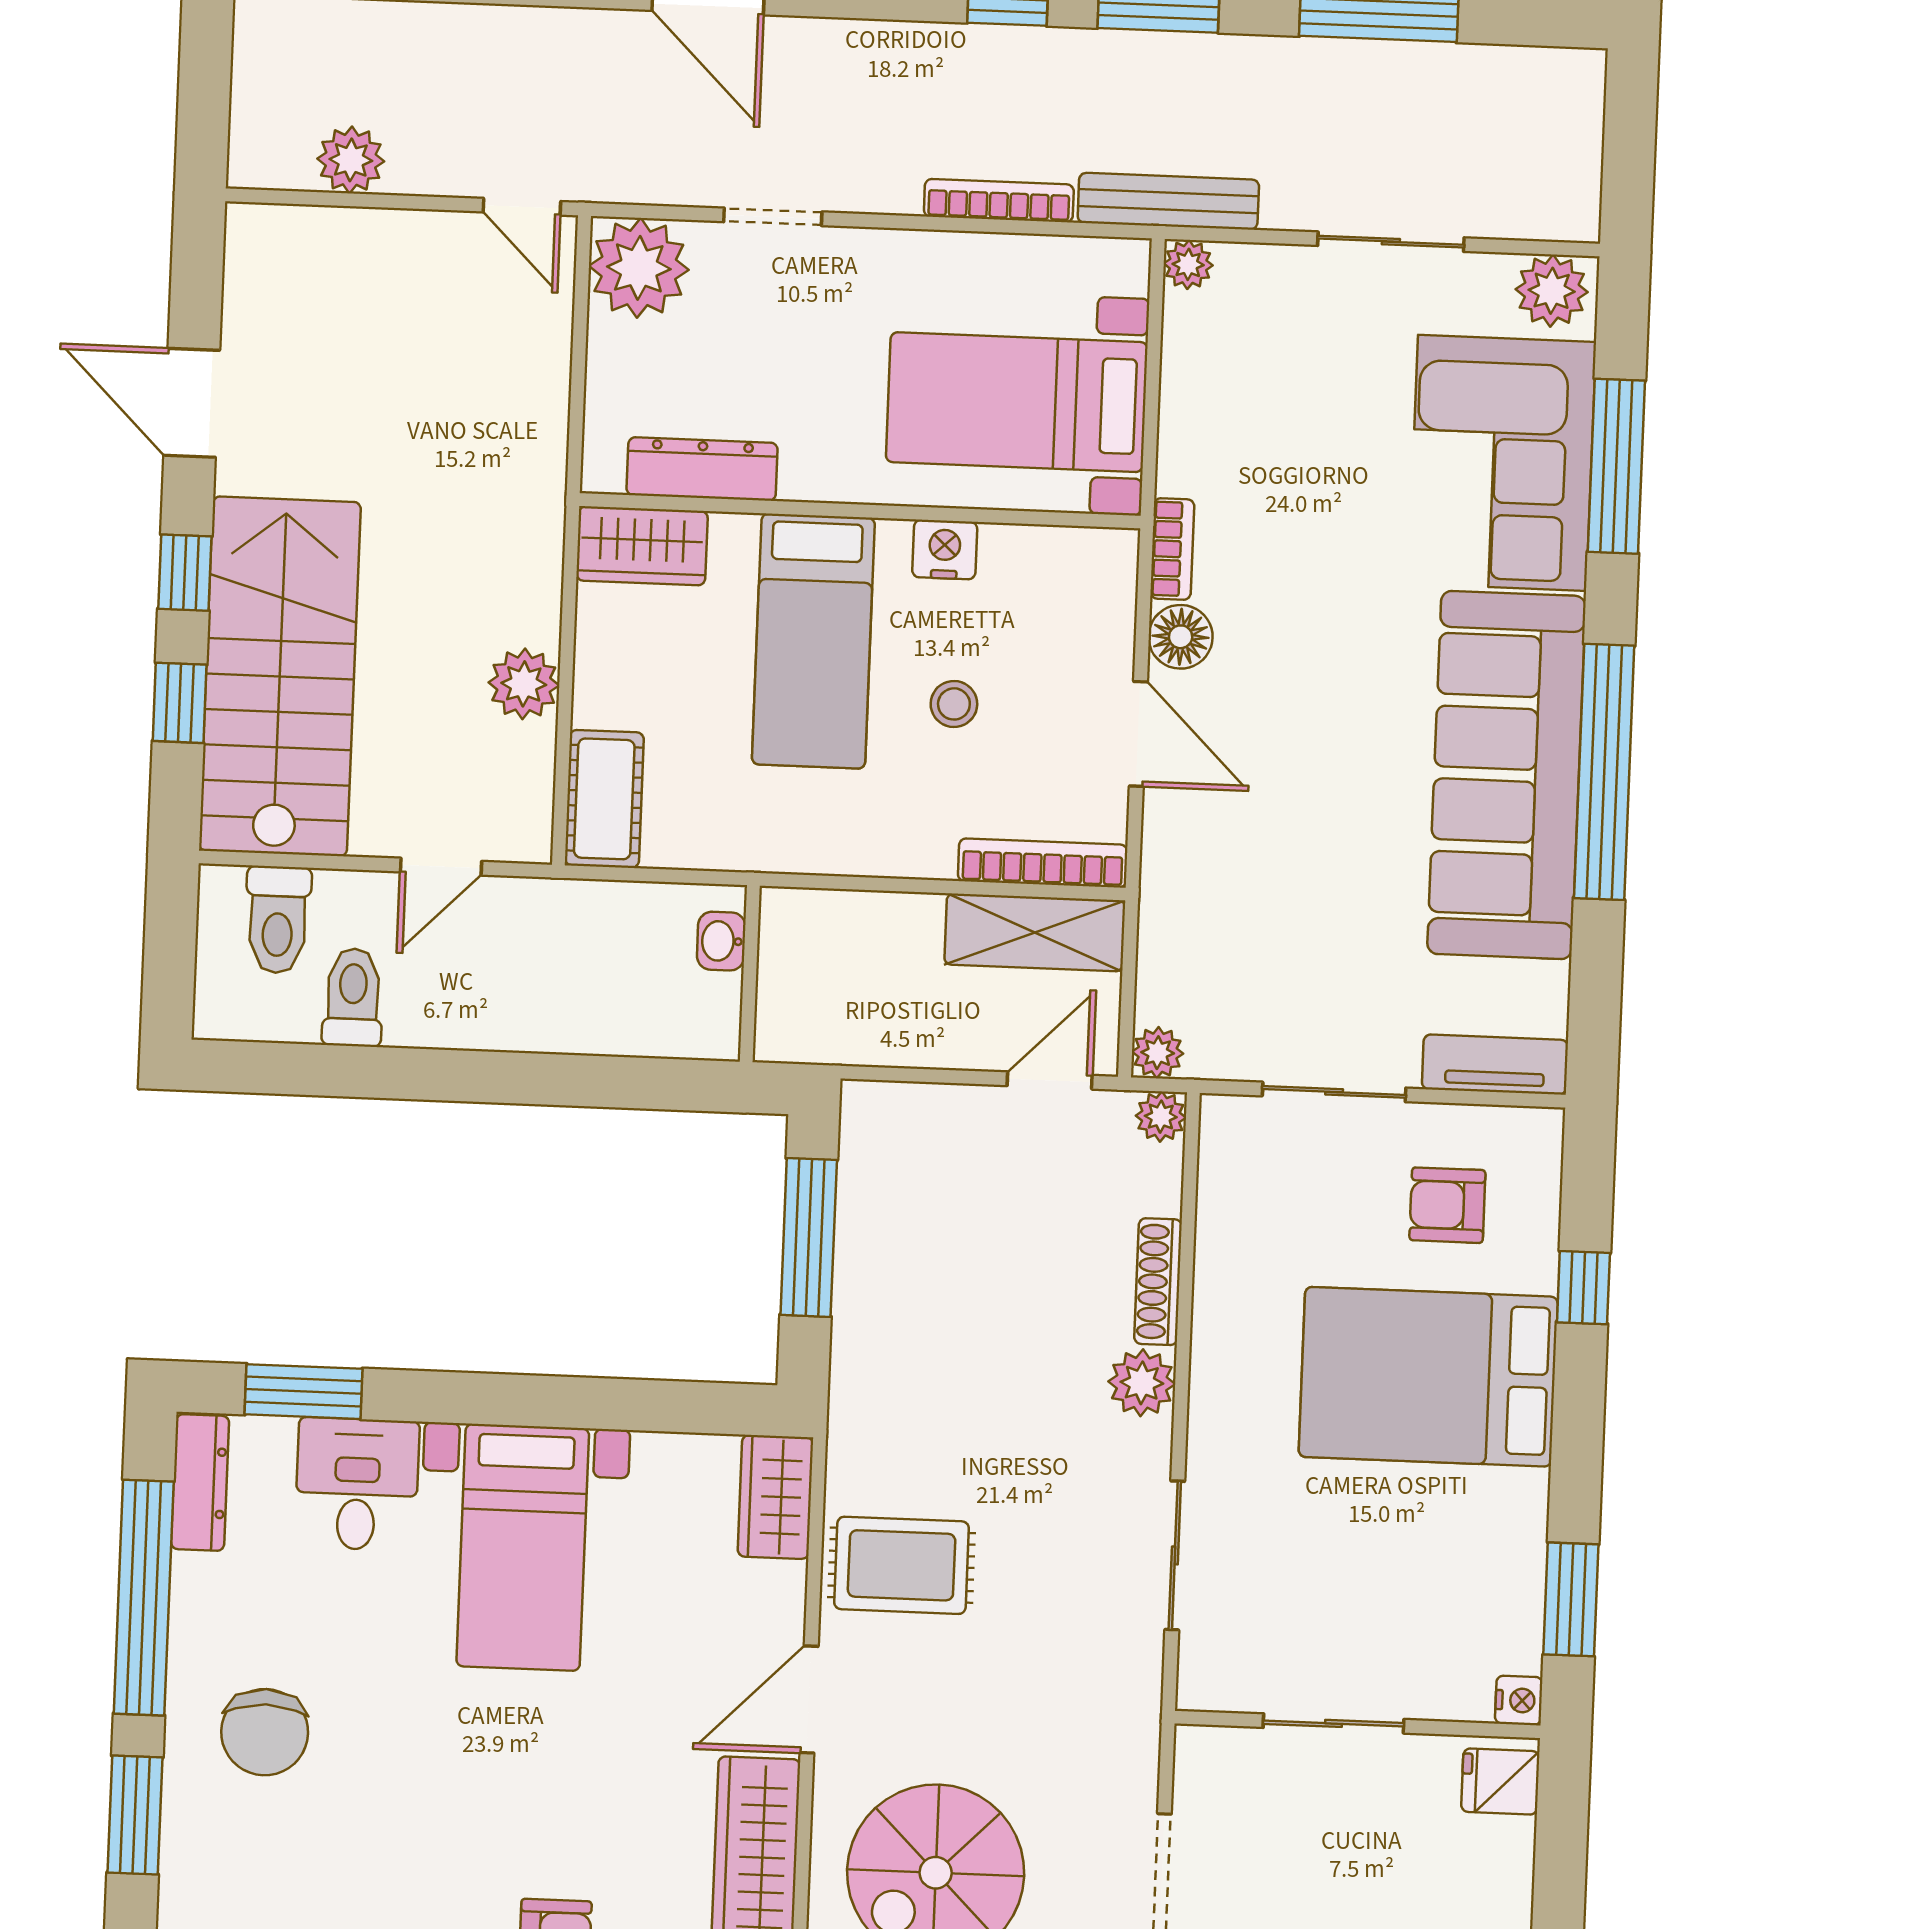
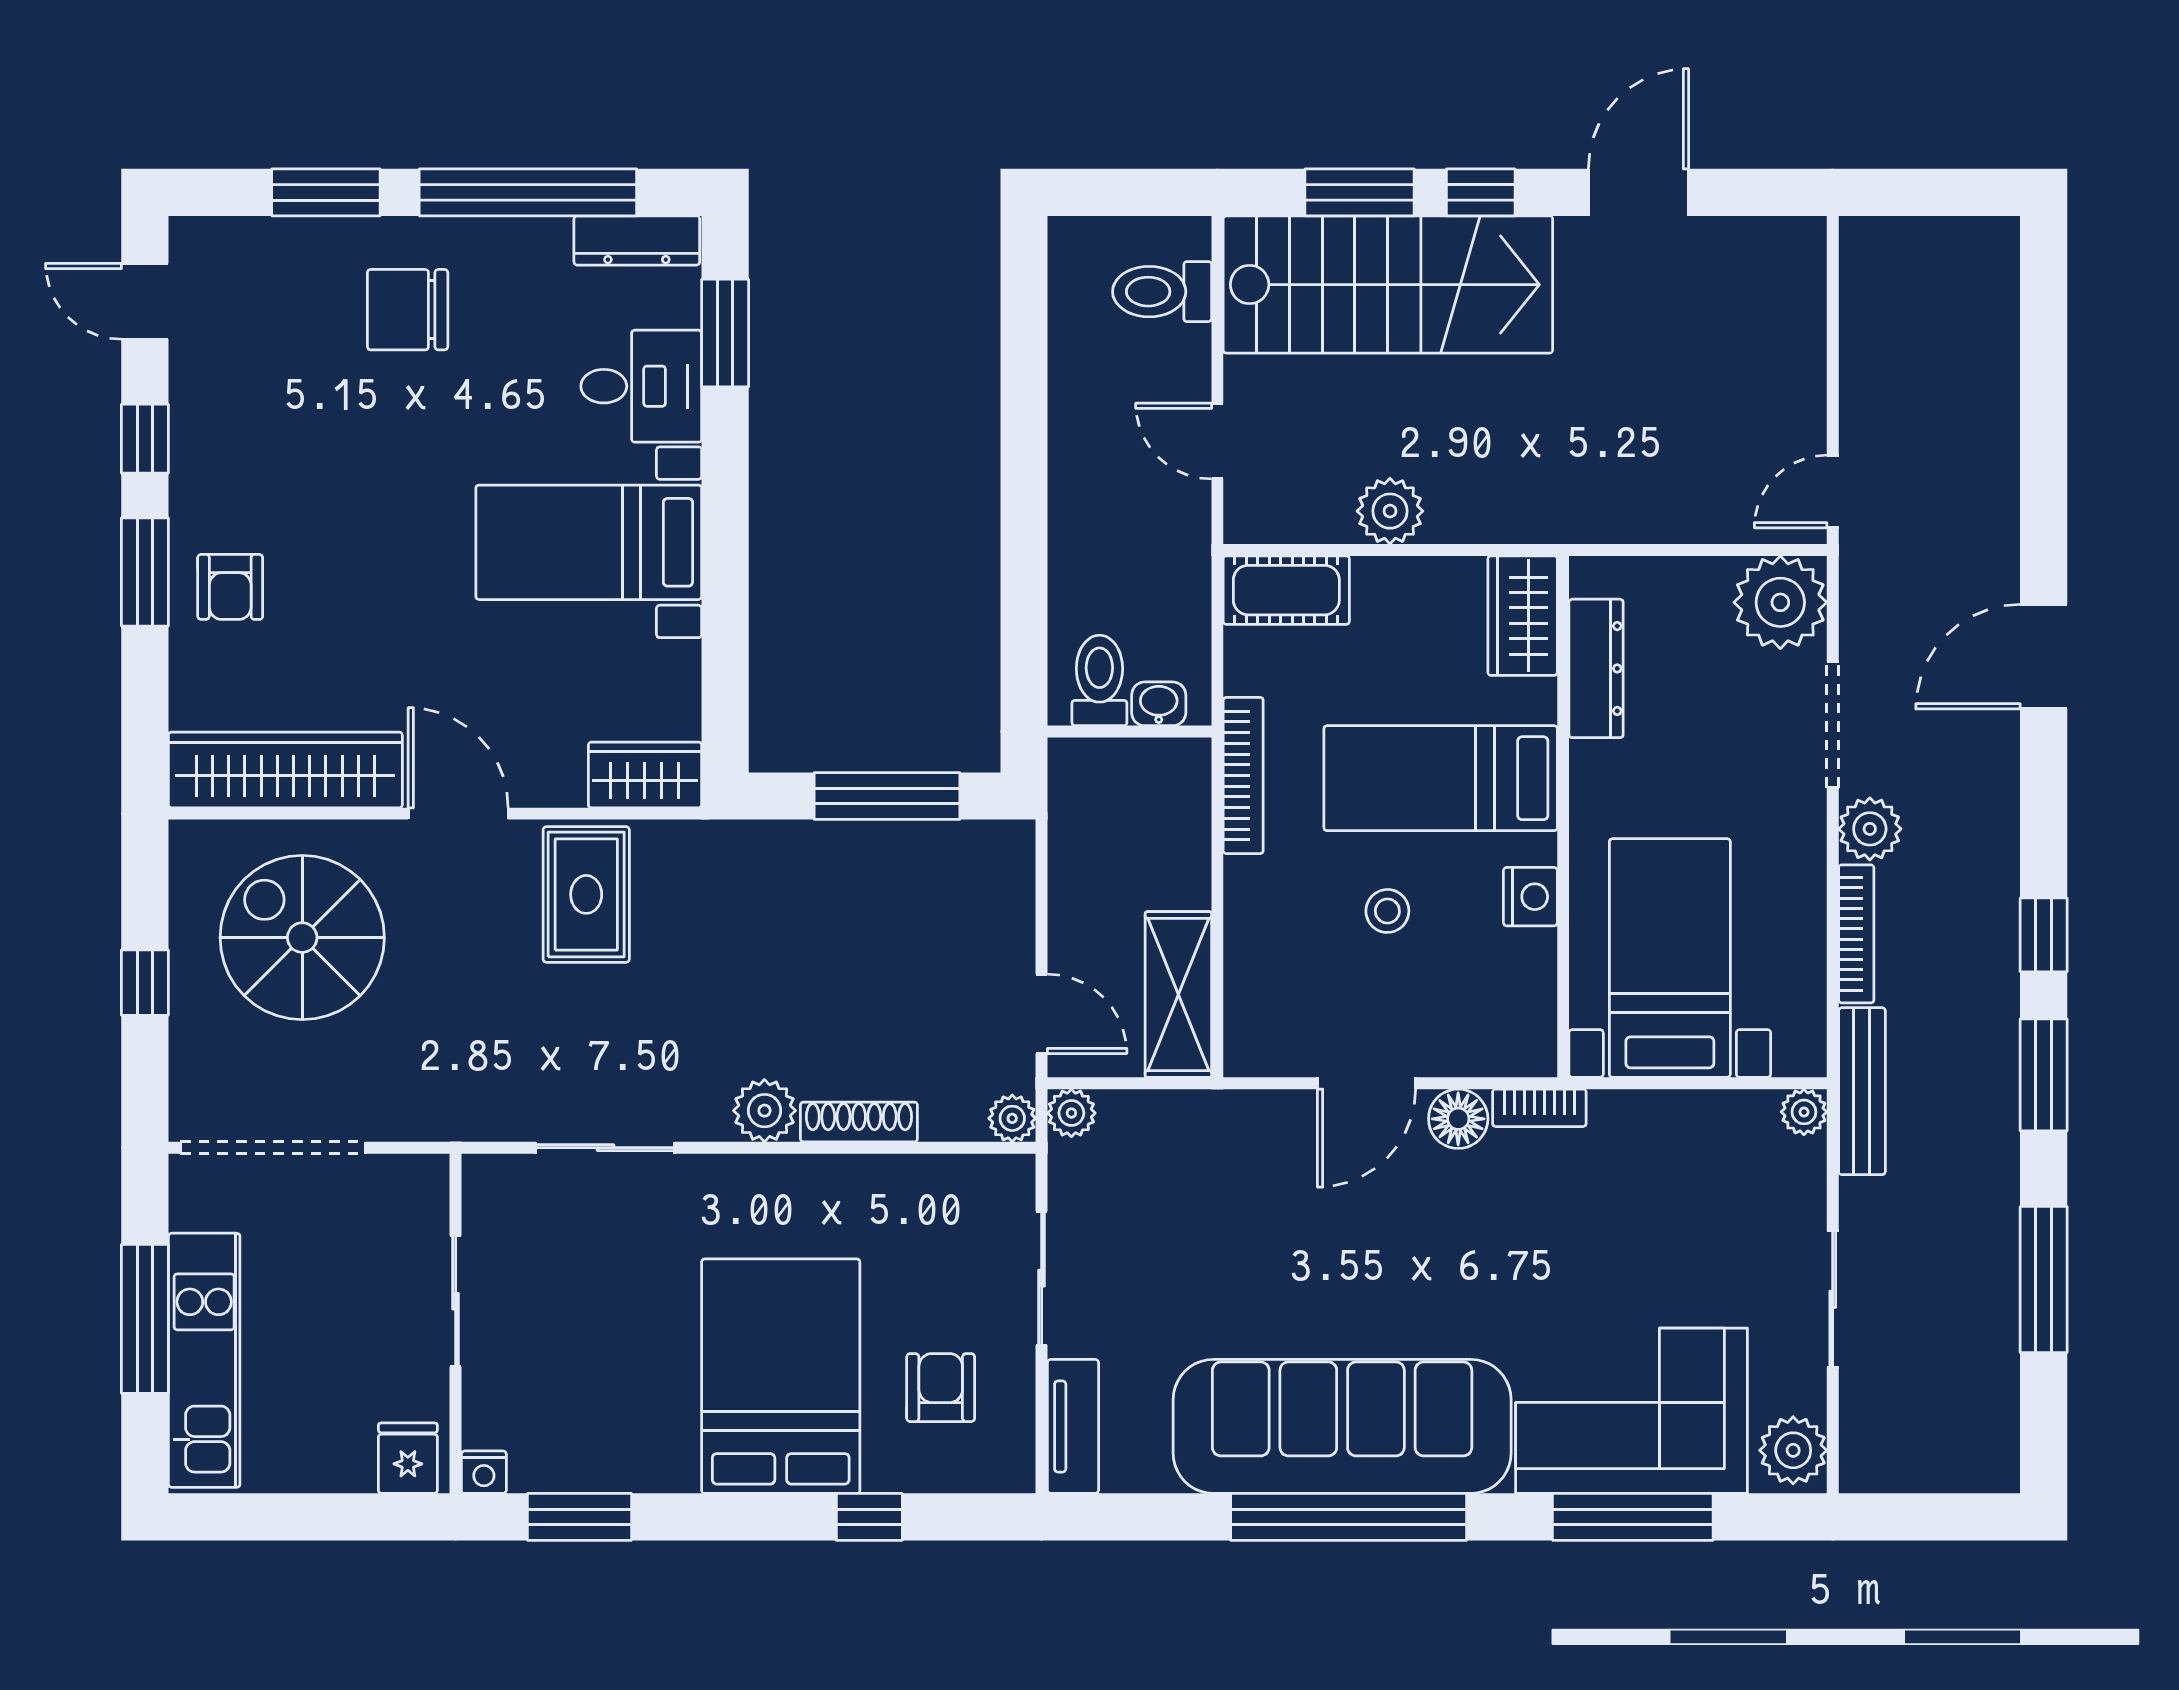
plant: (351, 160) -> (1870, 829), moved
doorway: (773, 217) -> (1833, 725), width x1.38
window: (180, 703) -> (1360, 192), width x1.50
bookcase: (1043, 863) -> (1243, 775), moved
toilet: (353, 997) -> (1099, 680), moved, turned -90

